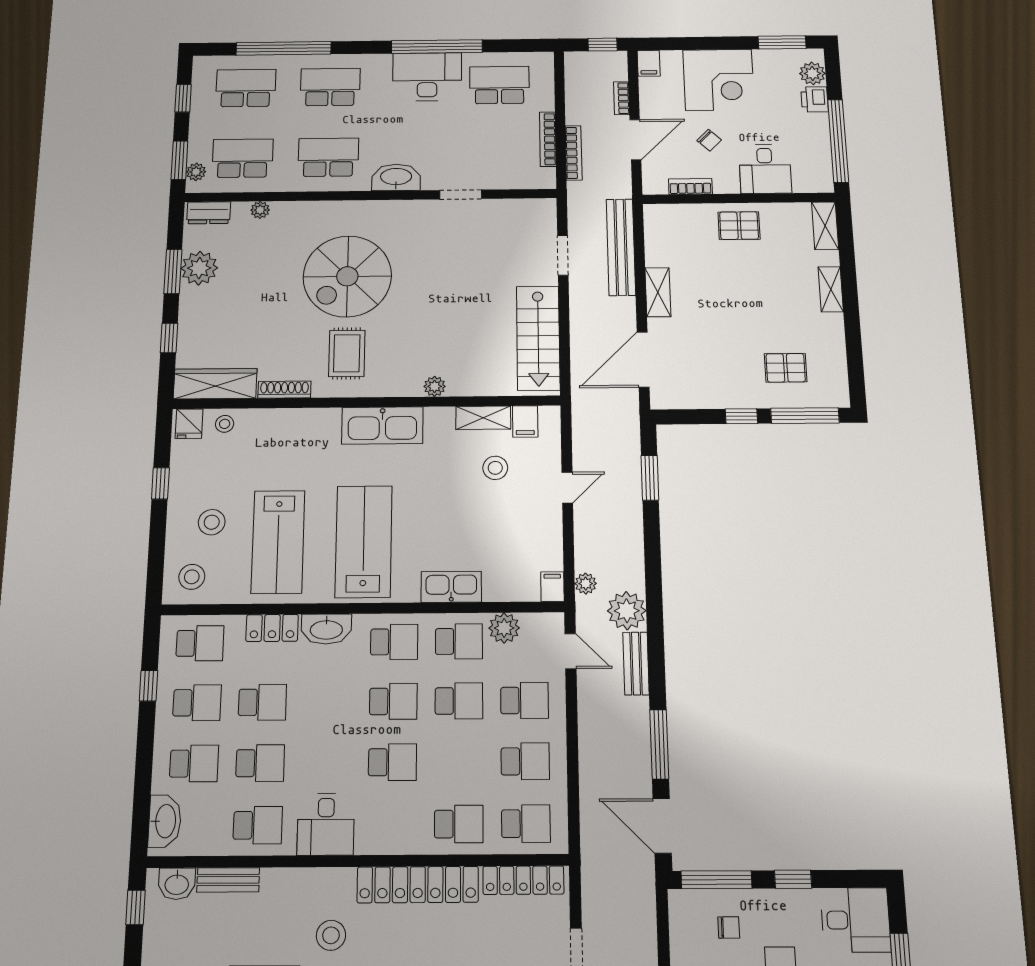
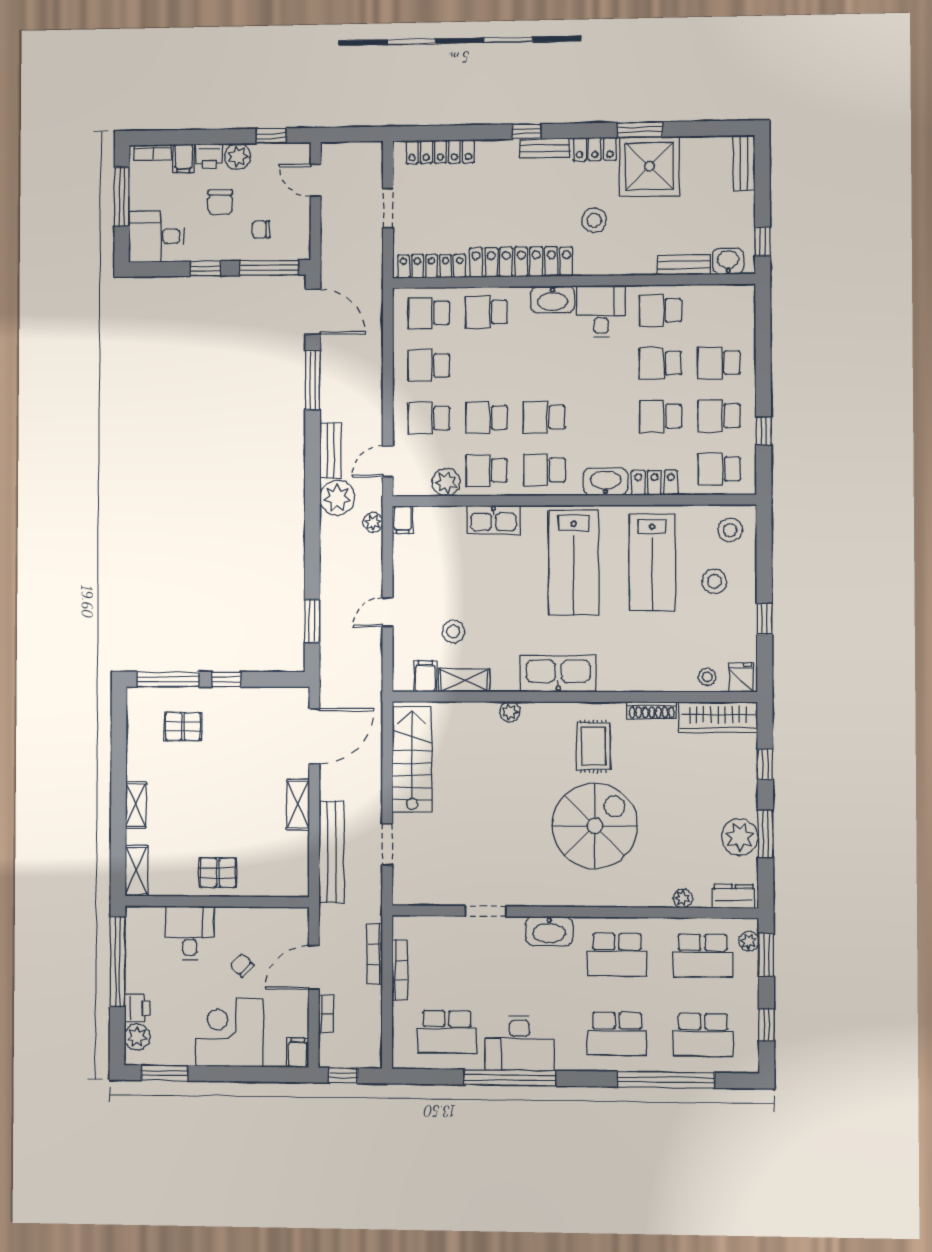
bookcase: (690, 187) -> (262, 915), removed
lab bench: (278, 542) -> (652, 563), turned 180
door: (571, 651) -> (388, 461), hinge flipped
school desk: (392, 762) -> (544, 364), removed
washbasin: (165, 821) -> (553, 300), moved, turned -90

